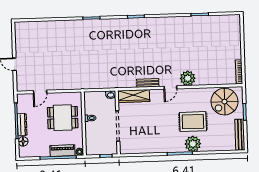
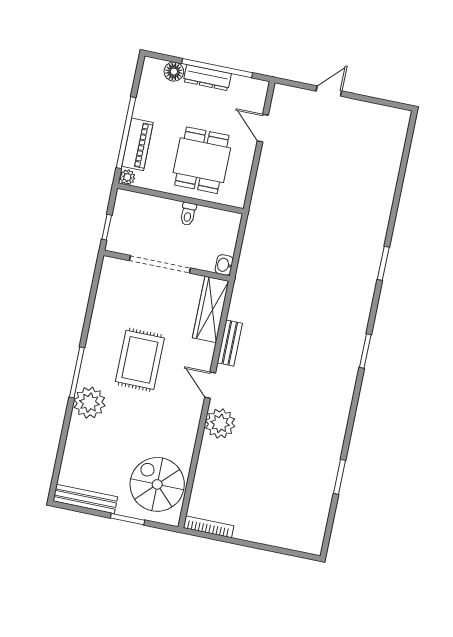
rug: (193, 122) -> (140, 360), moved

